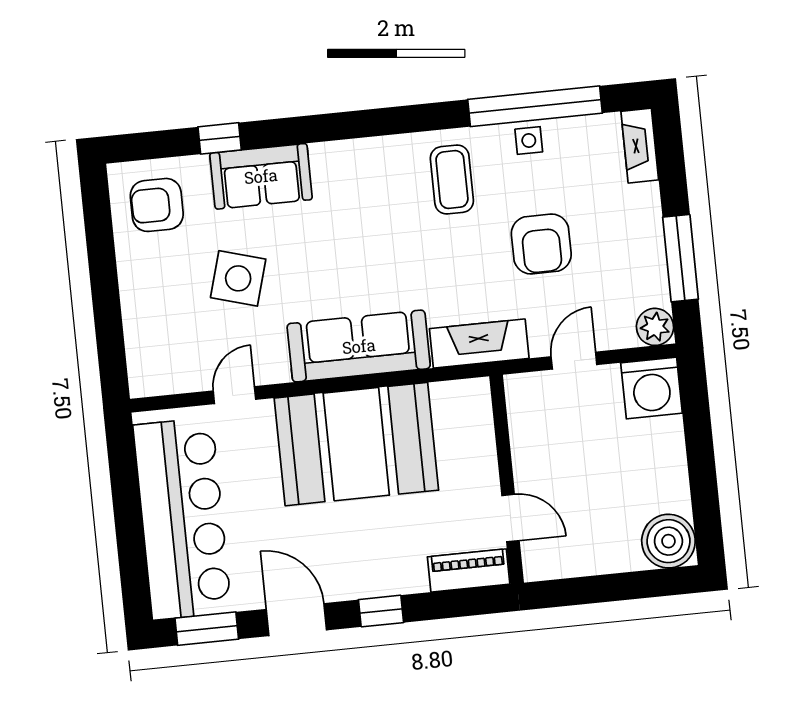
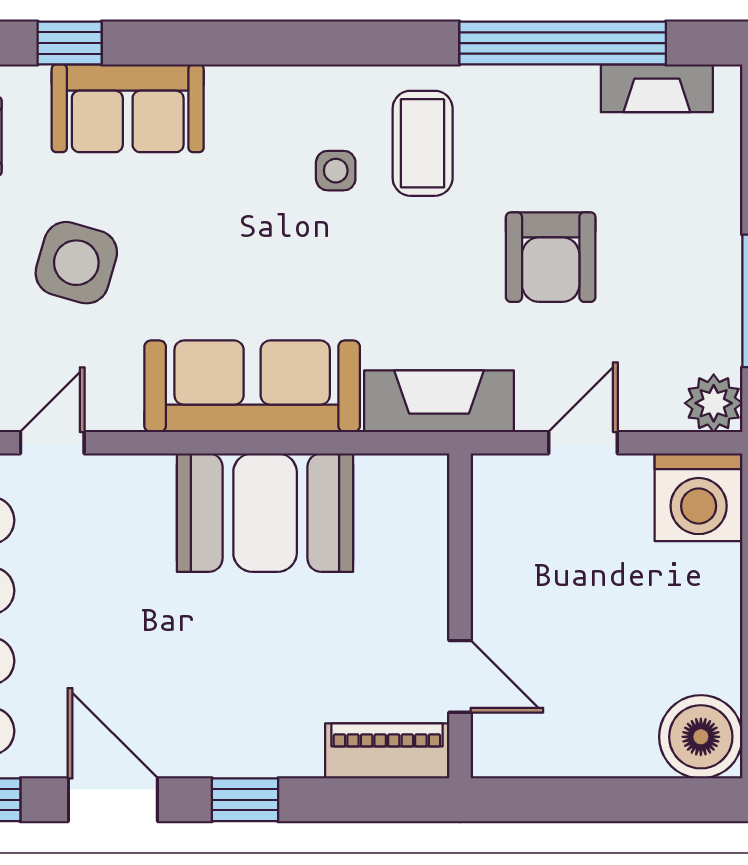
side table: (529, 140) -> (336, 171), moved
fireplace: (640, 146) -> (657, 88), moved, turned -90
booth: (356, 444) -> (265, 513), width x0.73, depth x0.70

